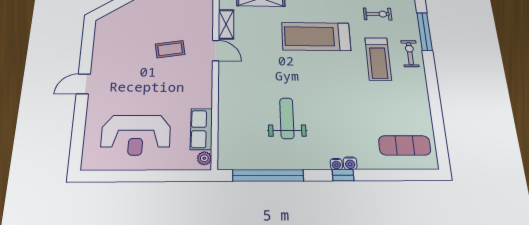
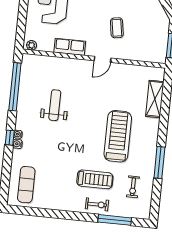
shelving: (226, 24) -> (134, 70), removed
door: (216, 51) -> (103, 59), moved
treadmill: (378, 59) -> (95, 179), turned 180
weight bench: (287, 118) -> (55, 105), turned -90
row of seats: (201, 129) -> (70, 47), moved

